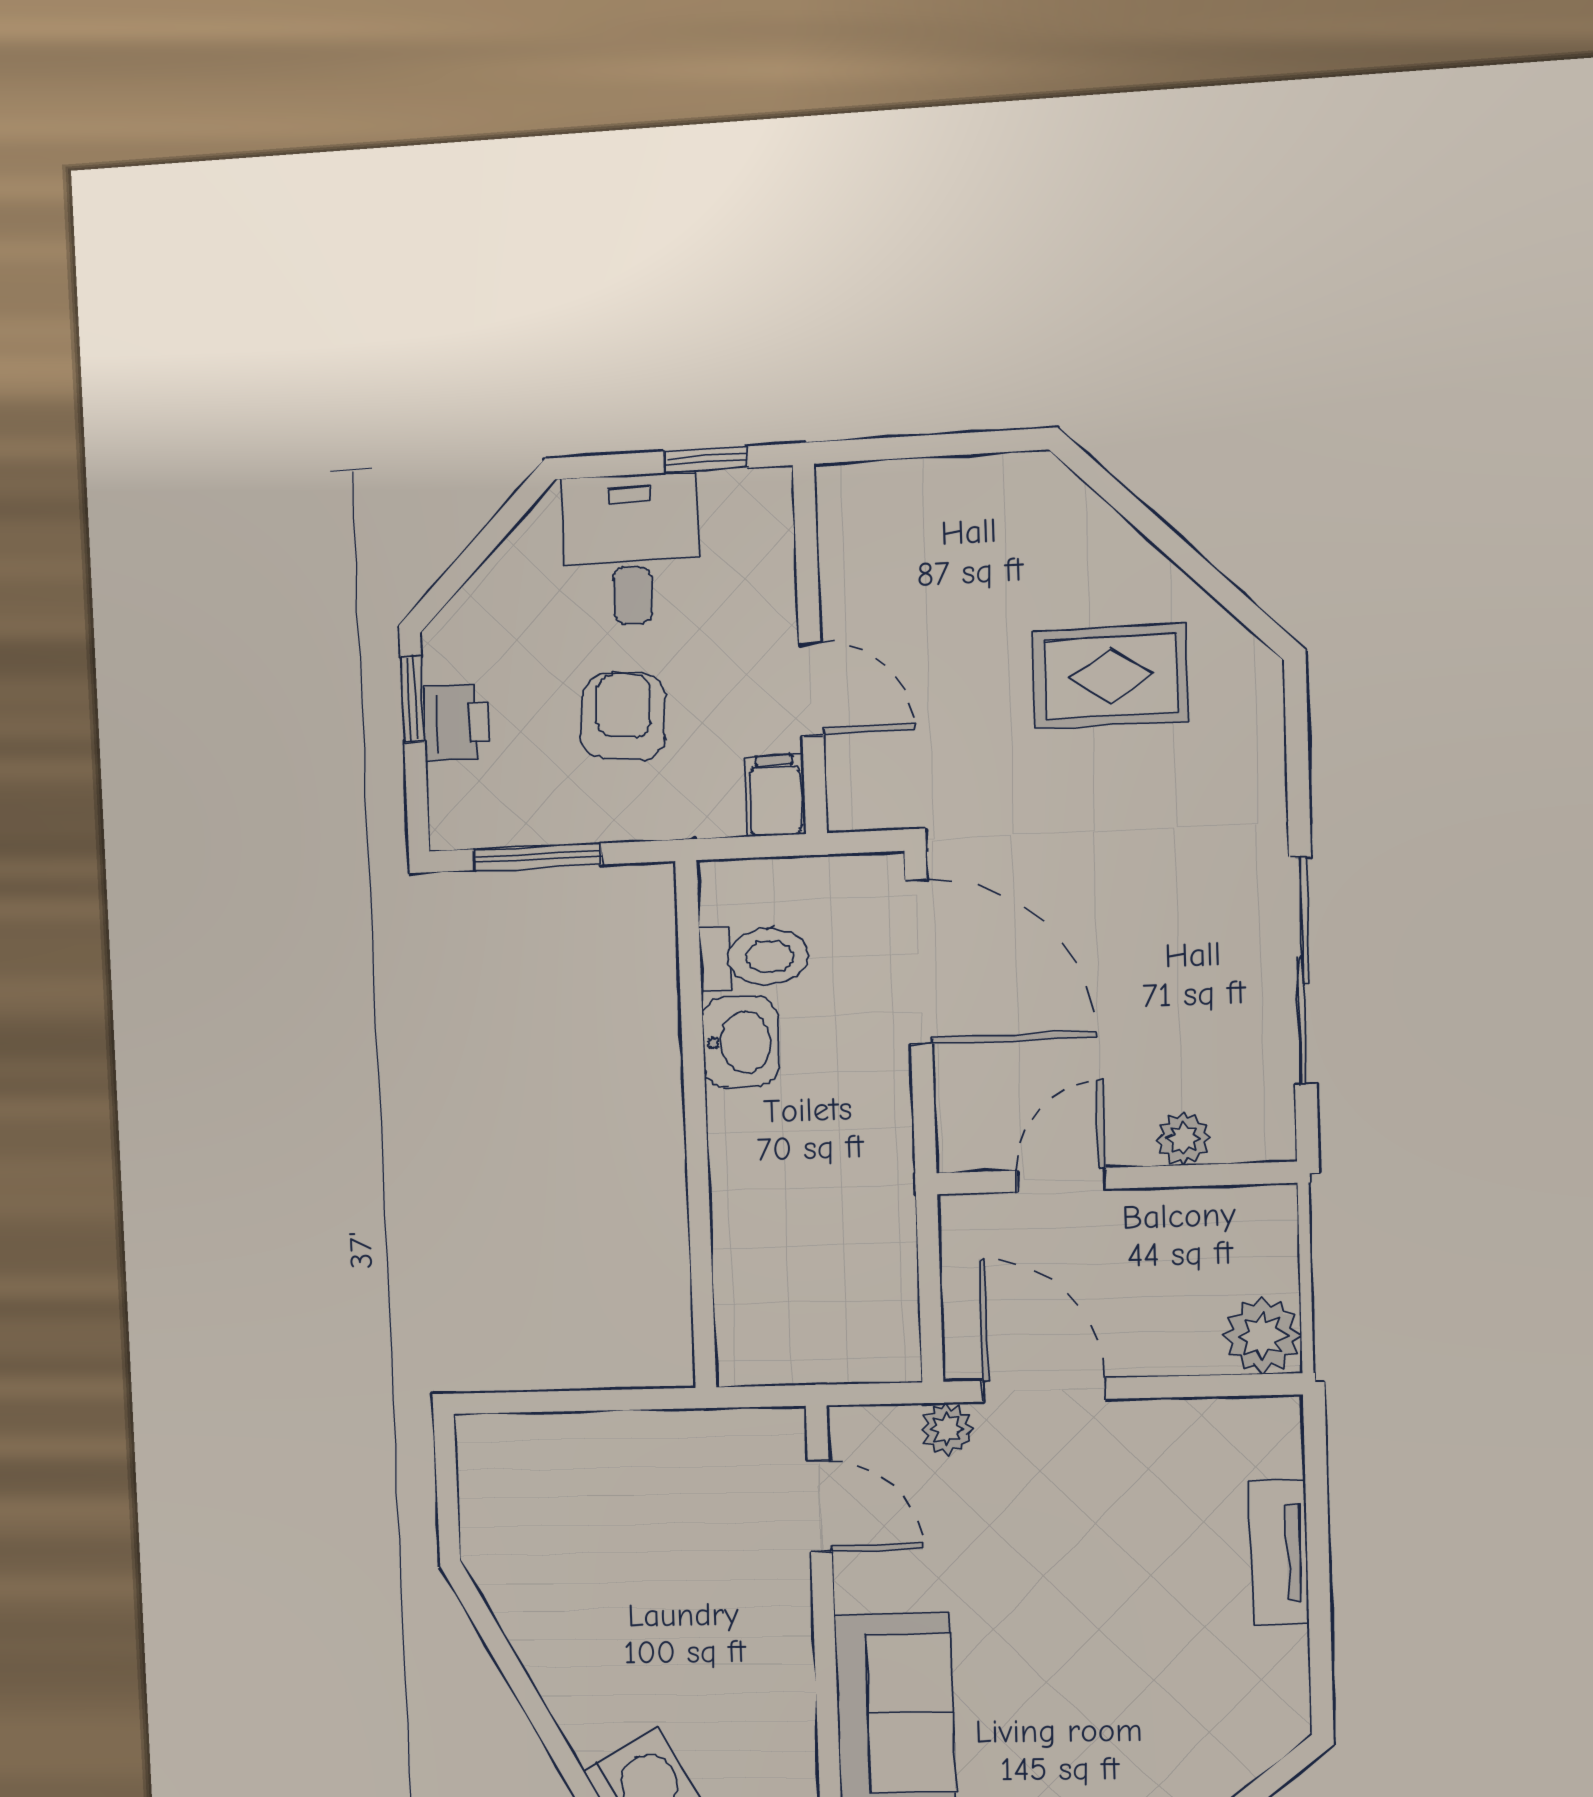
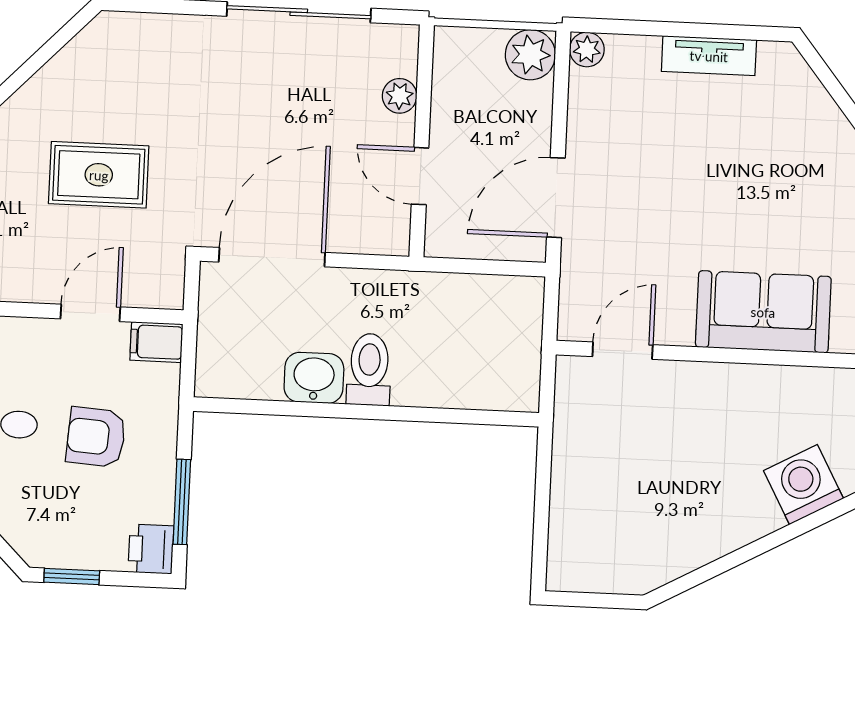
rug: (1111, 676) -> (99, 175), moved, turned 90
printer: (456, 722) -> (151, 549), moved, turned -90
toilet: (754, 957) -> (369, 369), moved
plant: (947, 1429) -> (587, 50), moved
tv unit: (1279, 1552) -> (709, 56), moved

